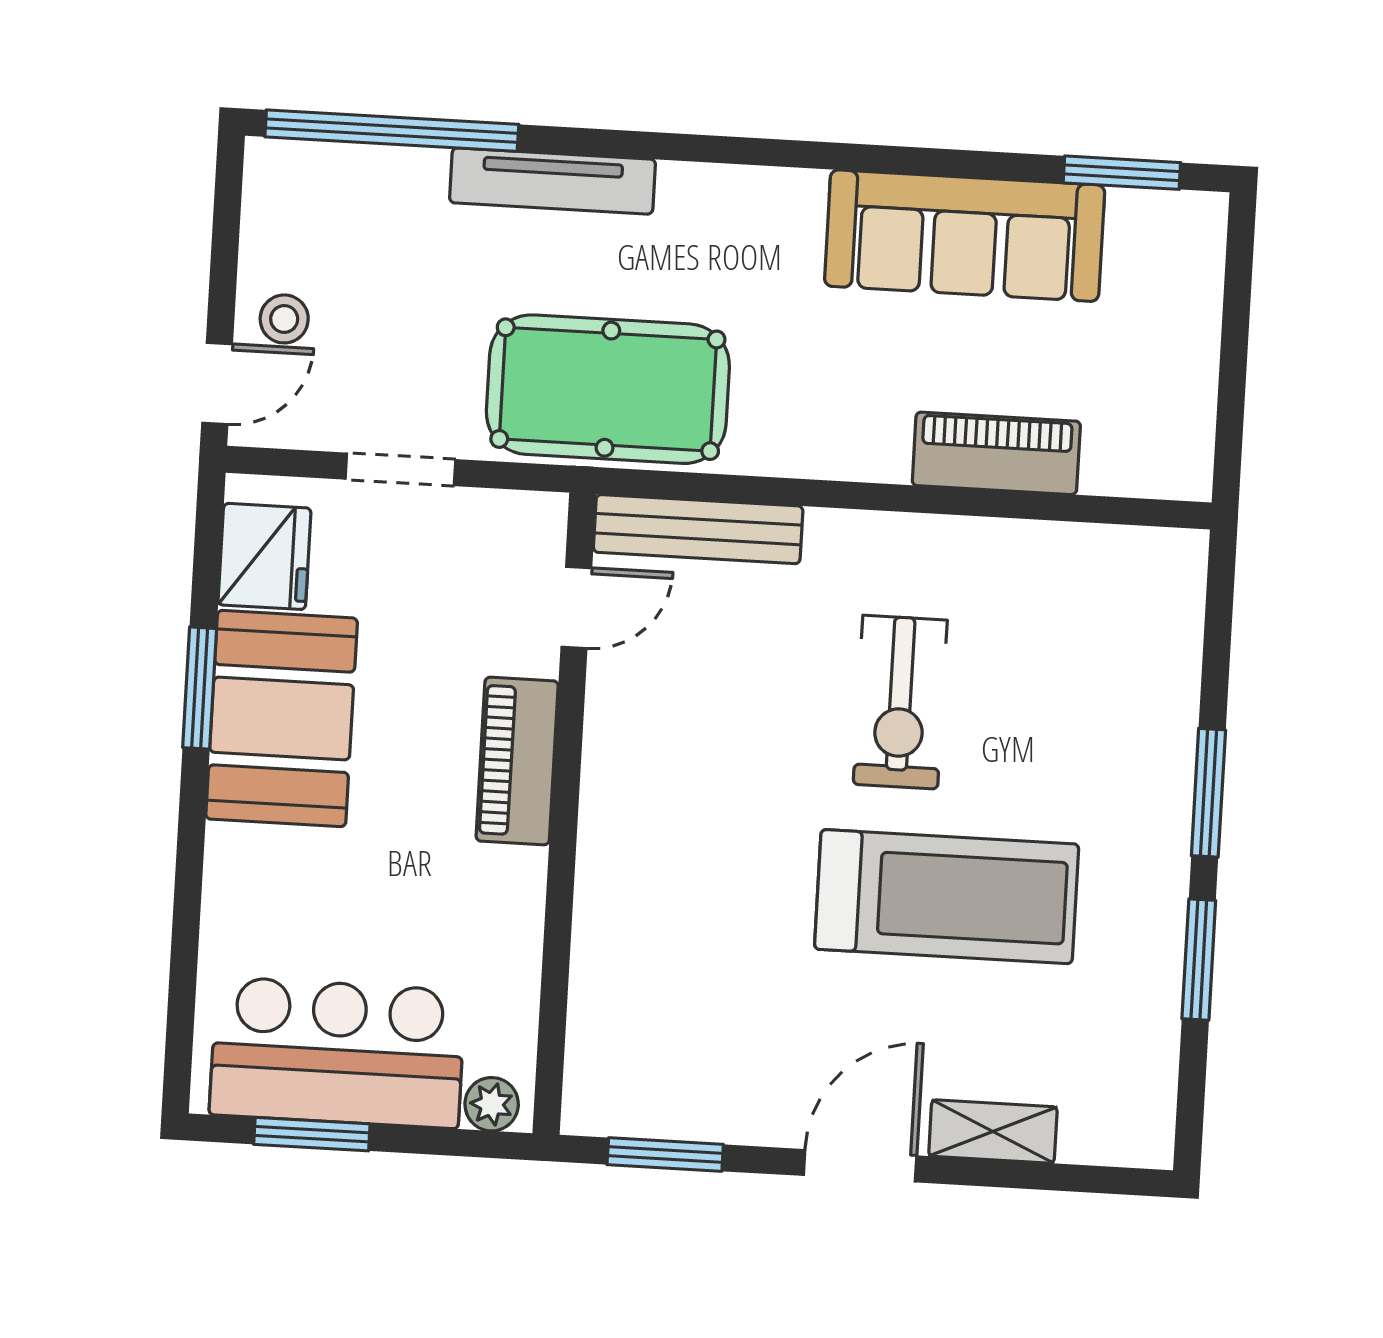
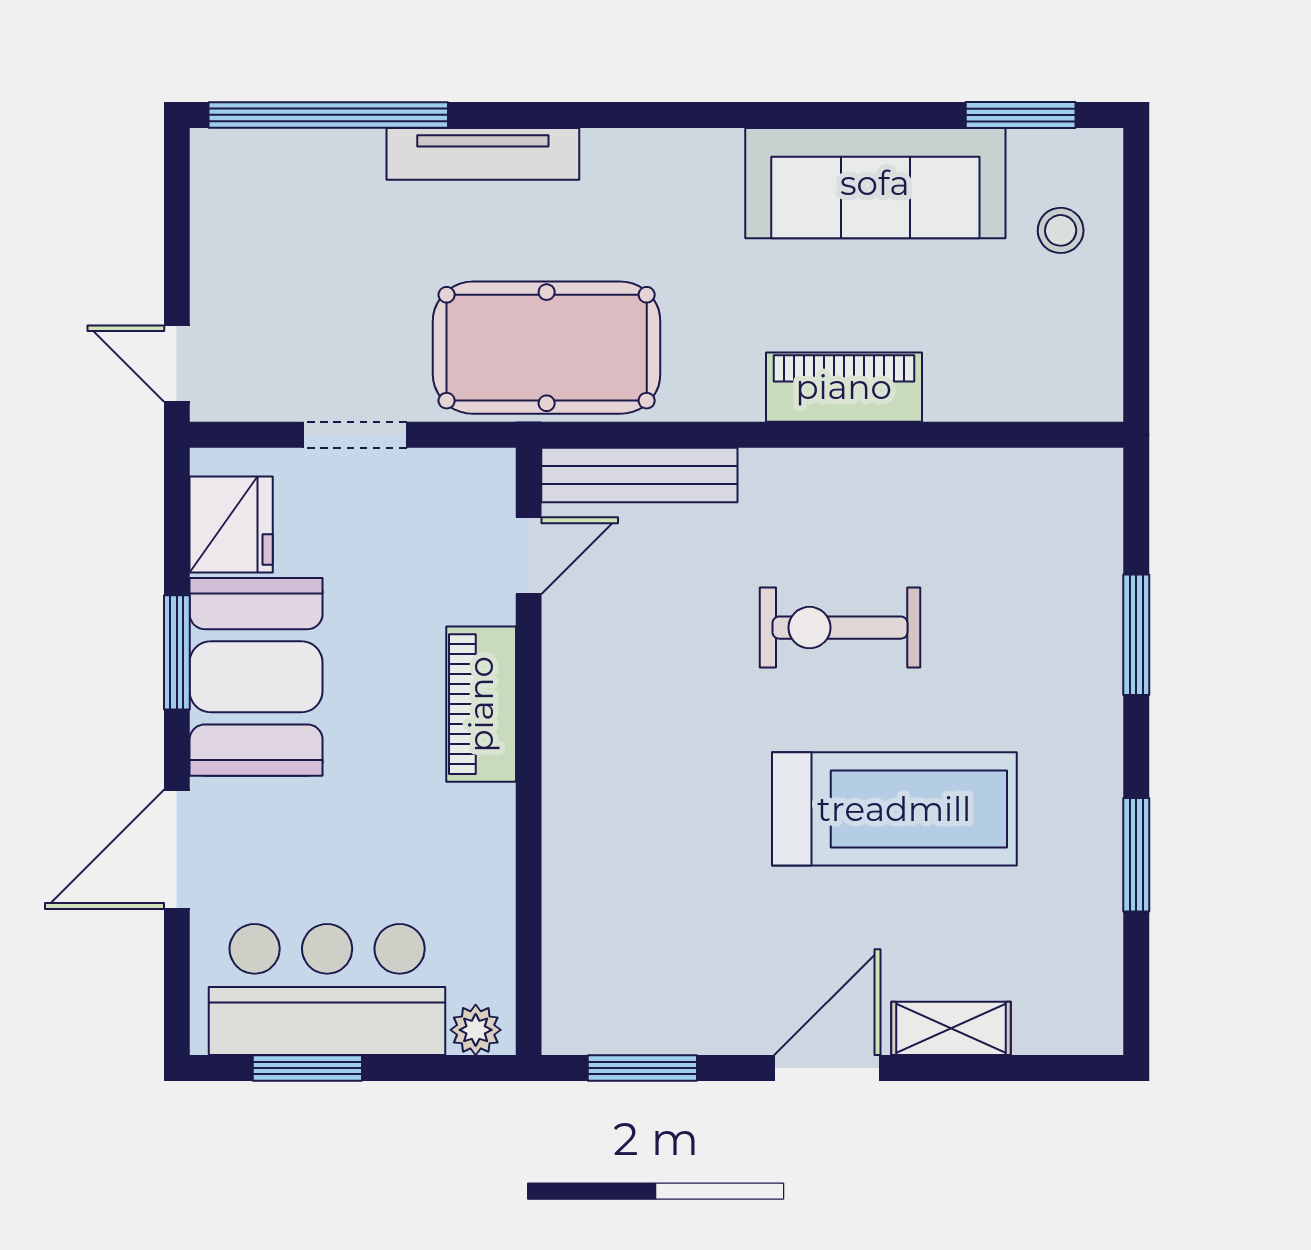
stool: (284, 319) -> (1061, 230), moved
door: (217, 384) -> (177, 364), swing flipped
piano: (996, 453) -> (844, 387), moved
exercise bike: (900, 702) -> (840, 628), turned 90
window: (1208, 793) -> (1136, 635), moved
door: (188, 896) -> (177, 849), added

